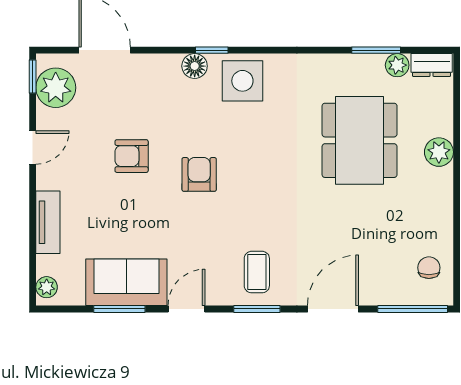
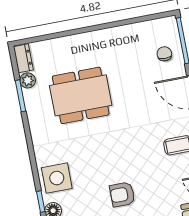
plant: (439, 152) -> (78, 43), removed
chair: (429, 268) -> (164, 54), moved, turned 90

